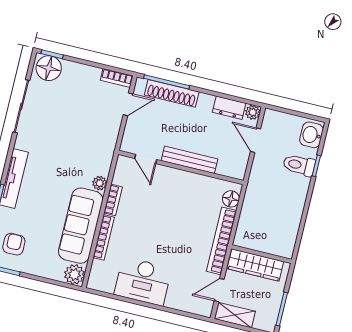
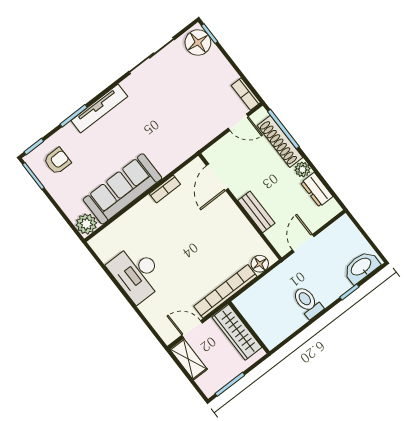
plant: (253, 112) -> (303, 169), moved
washbasin: (311, 135) -> (361, 267), width x1.38
door: (255, 140) -> (303, 243), moved
door: (146, 159) -> (217, 177), width x1.38
bench: (189, 160) -> (256, 212), width x0.73
toilet: (299, 165) -> (308, 302), moved
plant: (100, 183) -> (165, 167), removed
bookcase: (104, 237) -> (133, 213), removed

